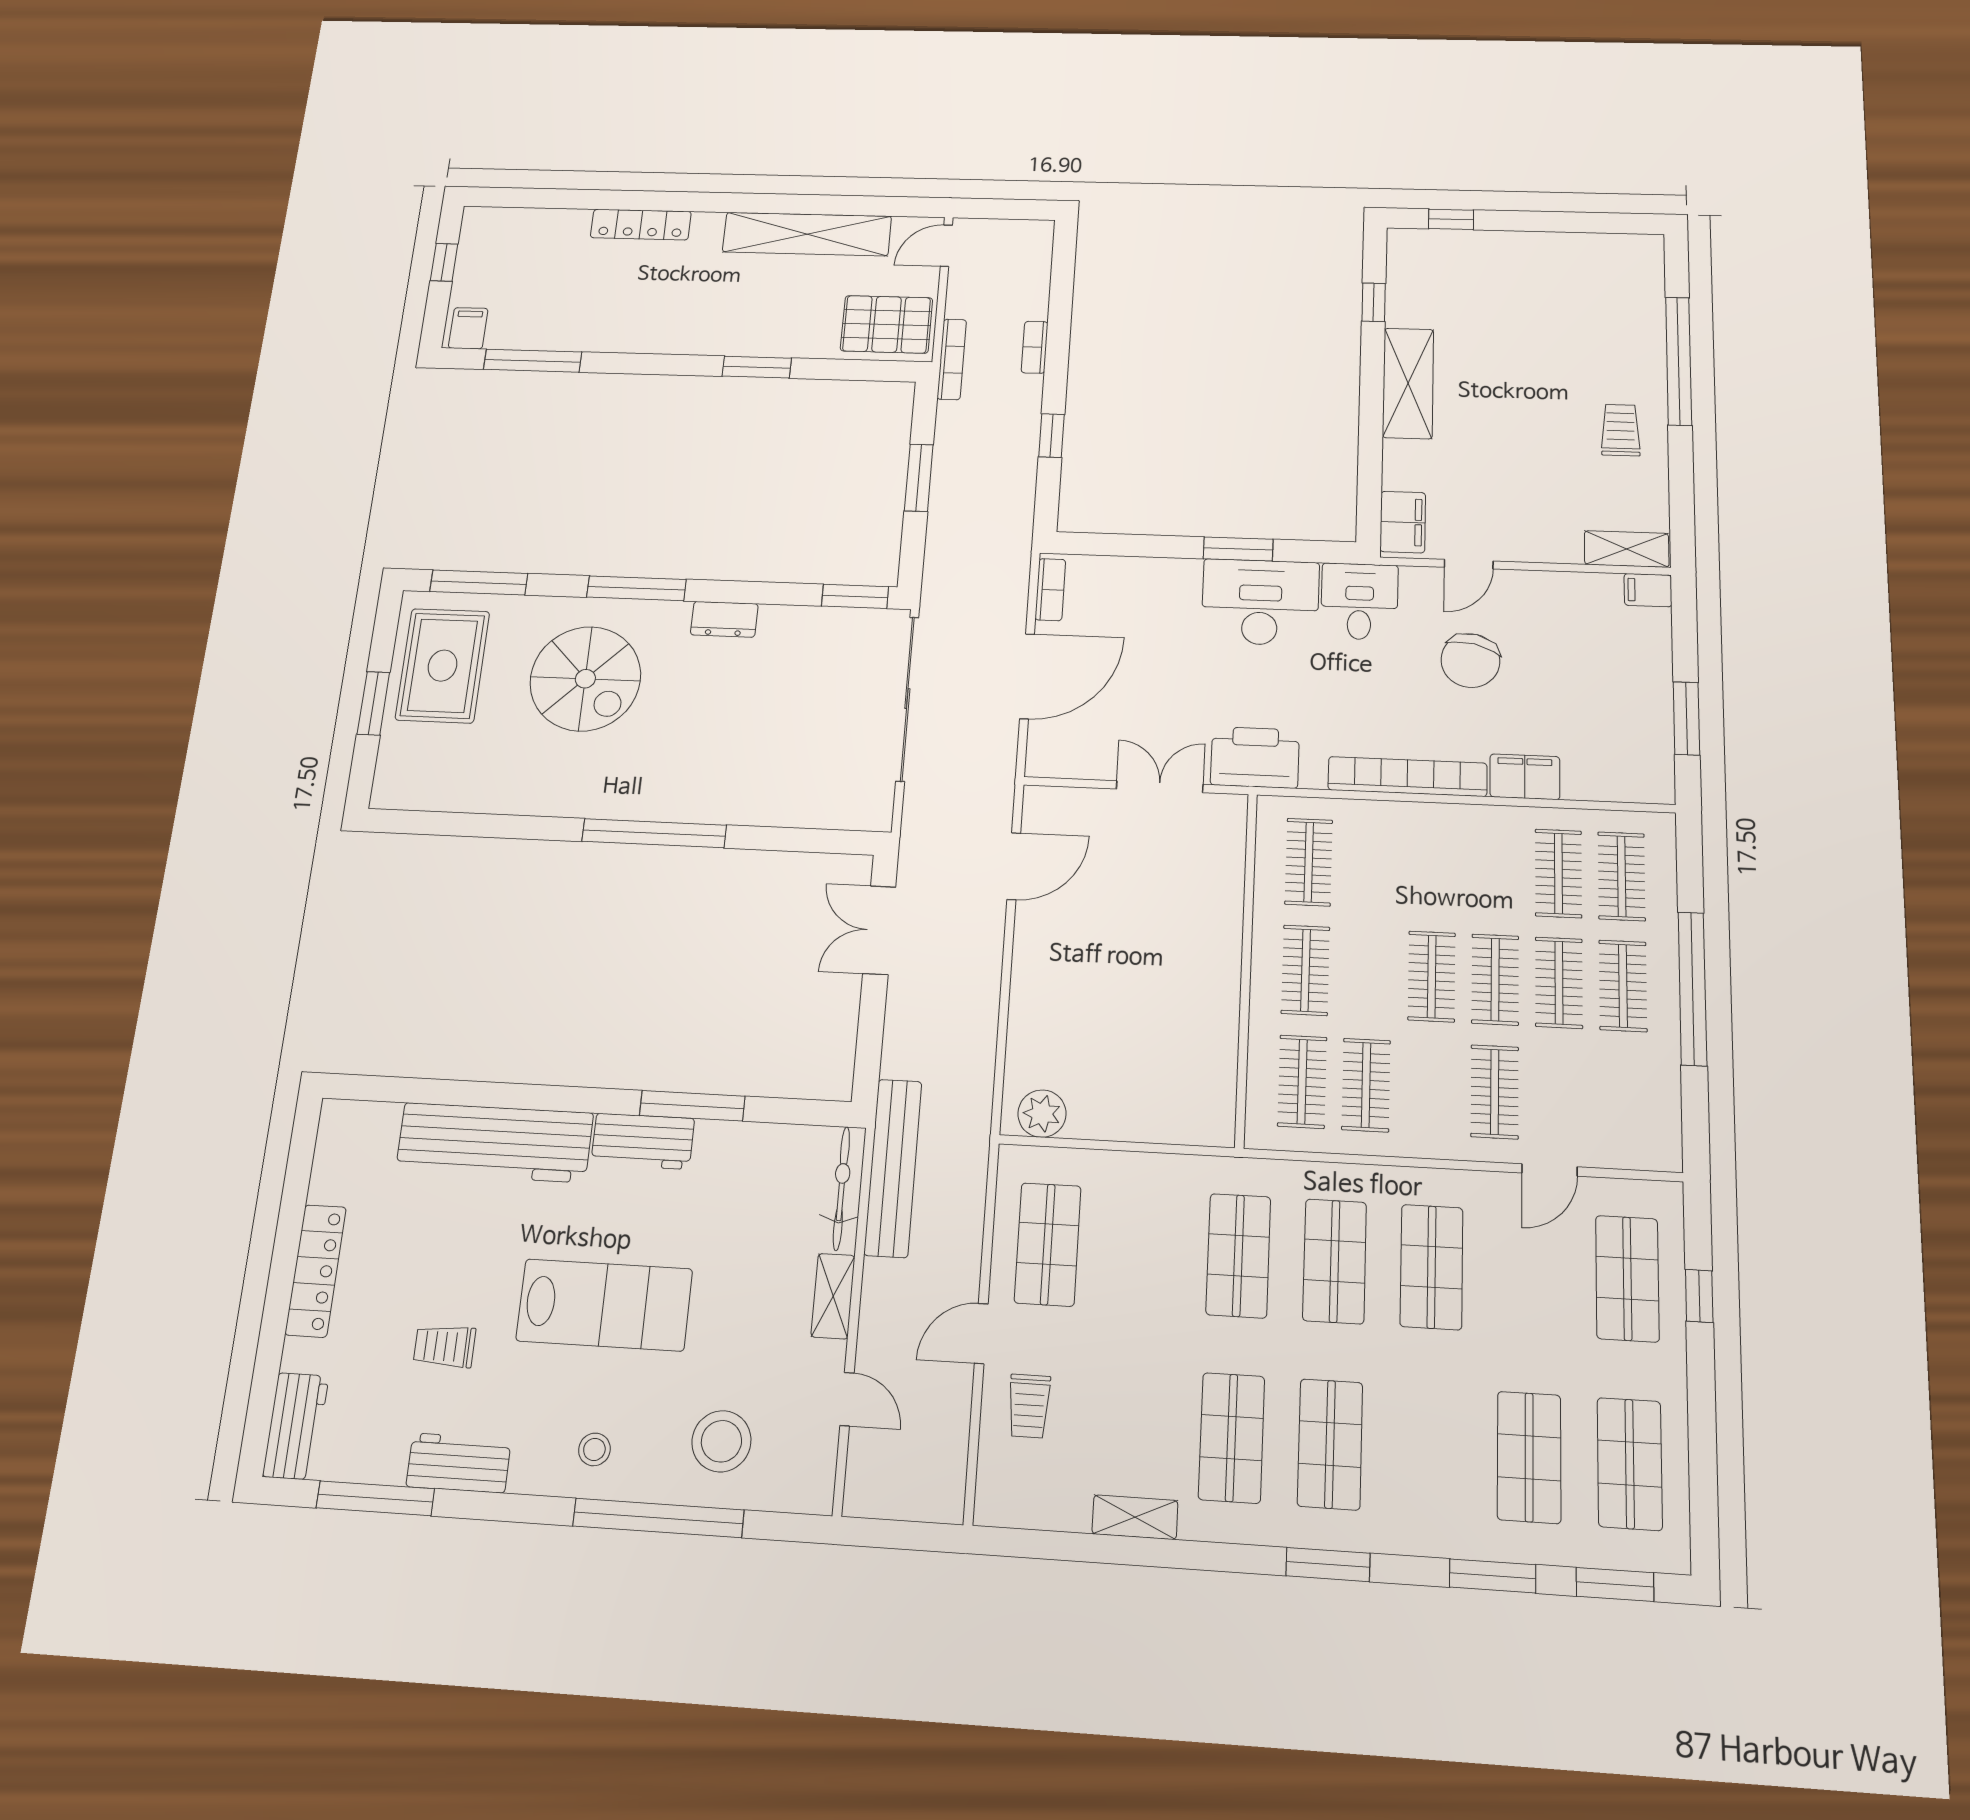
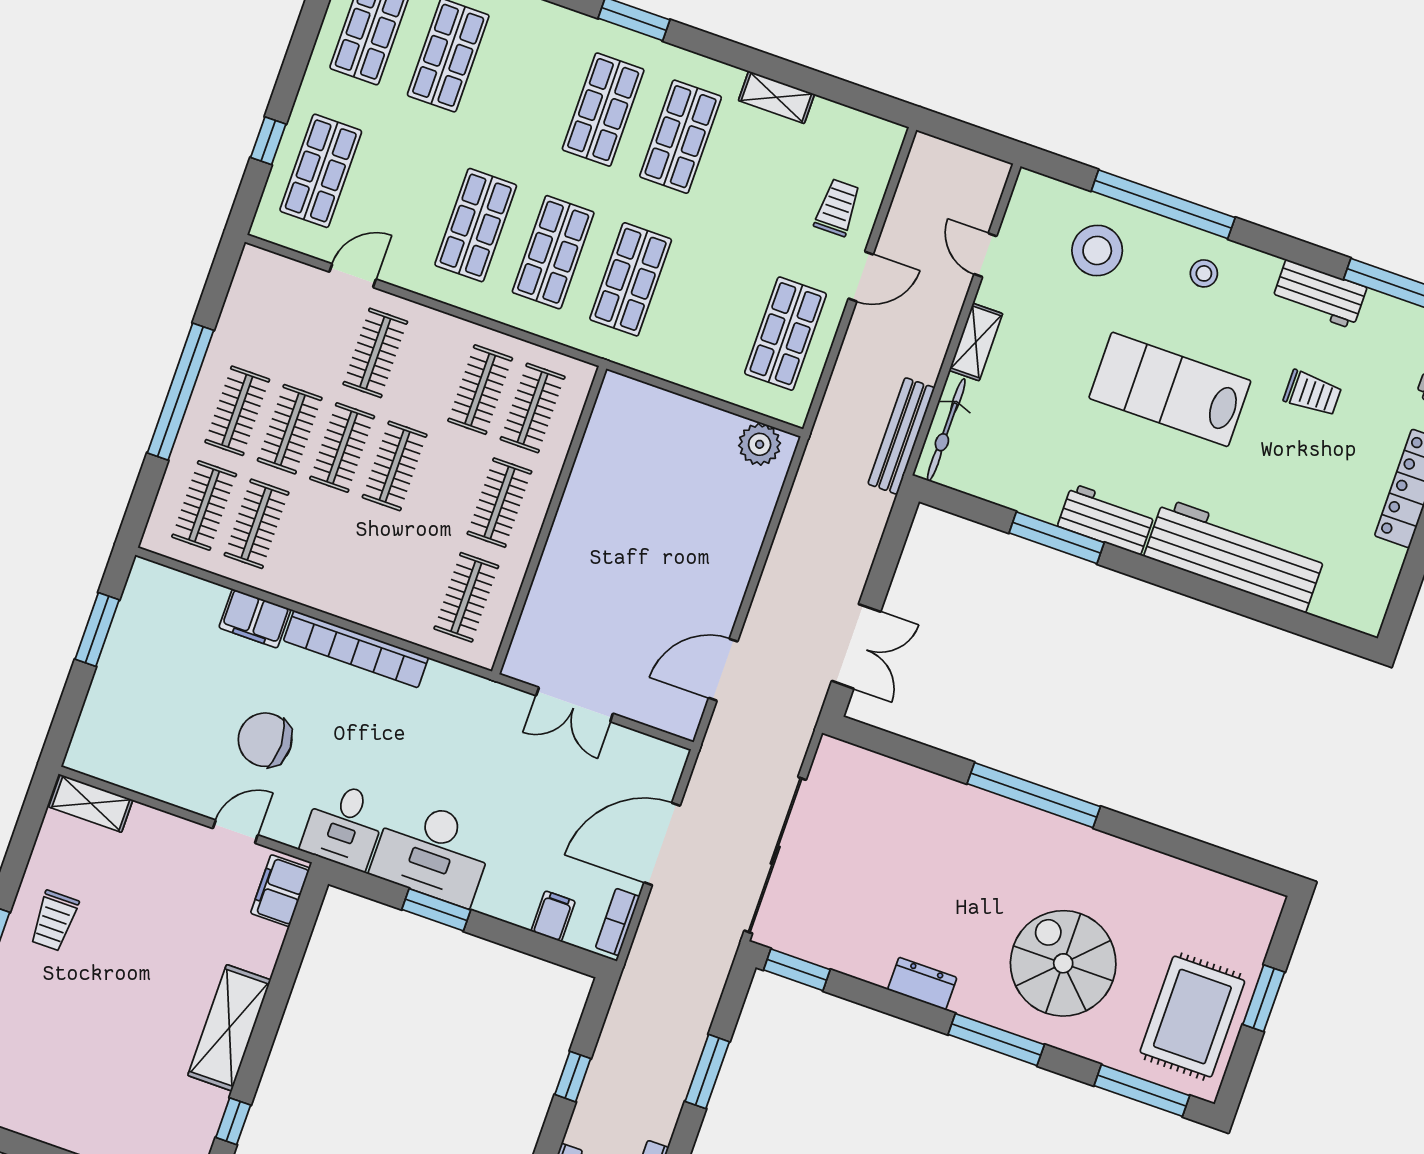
filing cabinet: (1648, 590) -> (553, 916), moved, turned -90
chair: (1470, 661) -> (265, 740), turned -104
printer: (1255, 757) -> (483, 707), removed
bench: (893, 1168) -> (901, 436), width x0.73, depth x0.82

